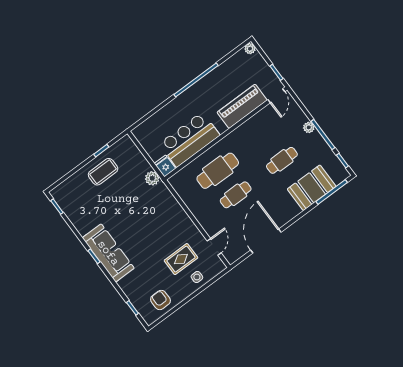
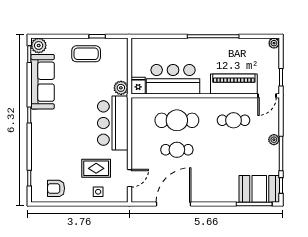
cafe table: (282, 160) -> (234, 120), moved
booth: (312, 188) -> (259, 189), moved
plant: (59, 194) -> (39, 45), added
bar counter: (167, 212) -> (113, 123), added
sofa: (108, 253) -> (43, 82), moved
armchair: (160, 300) -> (56, 188), turned -90

